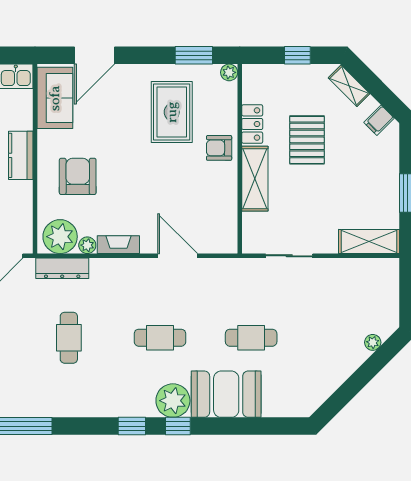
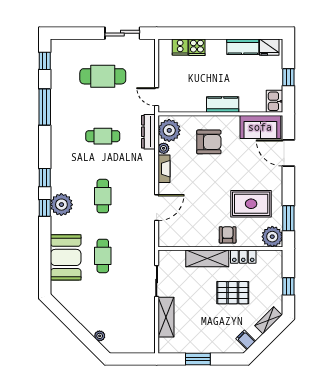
plant: (229, 72) -> (272, 237), width x1.88, depth x1.88
shelving: (369, 242) -> (166, 317), moved
booth: (226, 394) -> (66, 257), moved

